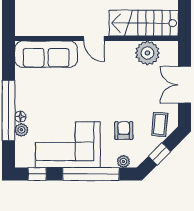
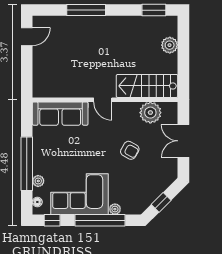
floor lamp: (20, 117) -> (37, 202), moved
coffee table: (160, 124) -> (161, 176), removed
armchair: (124, 131) -> (130, 150), moved, turned 119
plant: (123, 161) -> (115, 209), moved

